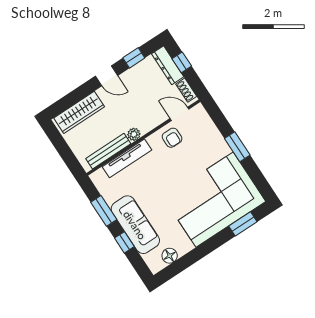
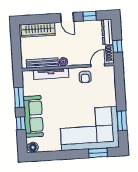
window: (182, 62) -> (117, 46), moved
door: (180, 114) -> (98, 65), hinge flipped
window: (237, 147) -> (122, 121), moved
floor lamp: (170, 256) -> (33, 147), moved

